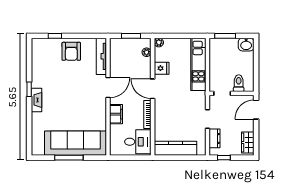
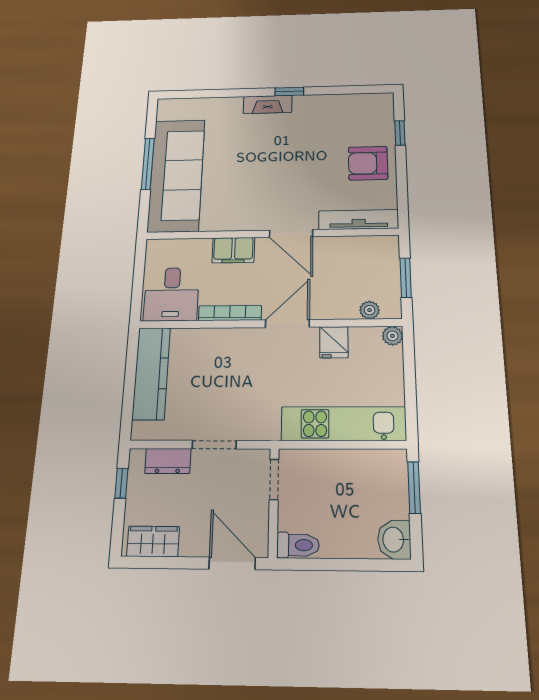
toilet: (239, 83) -> (298, 545), moved

